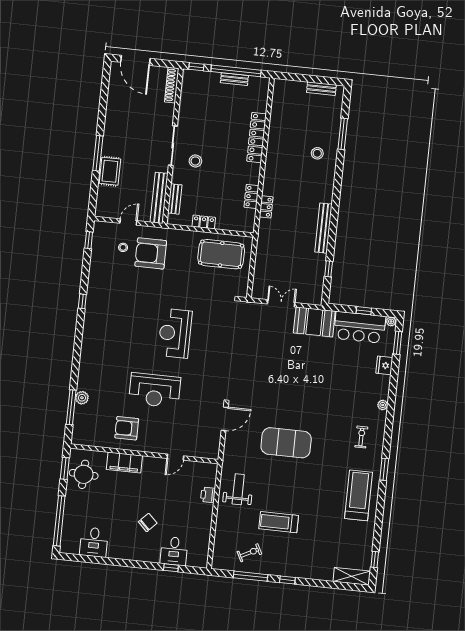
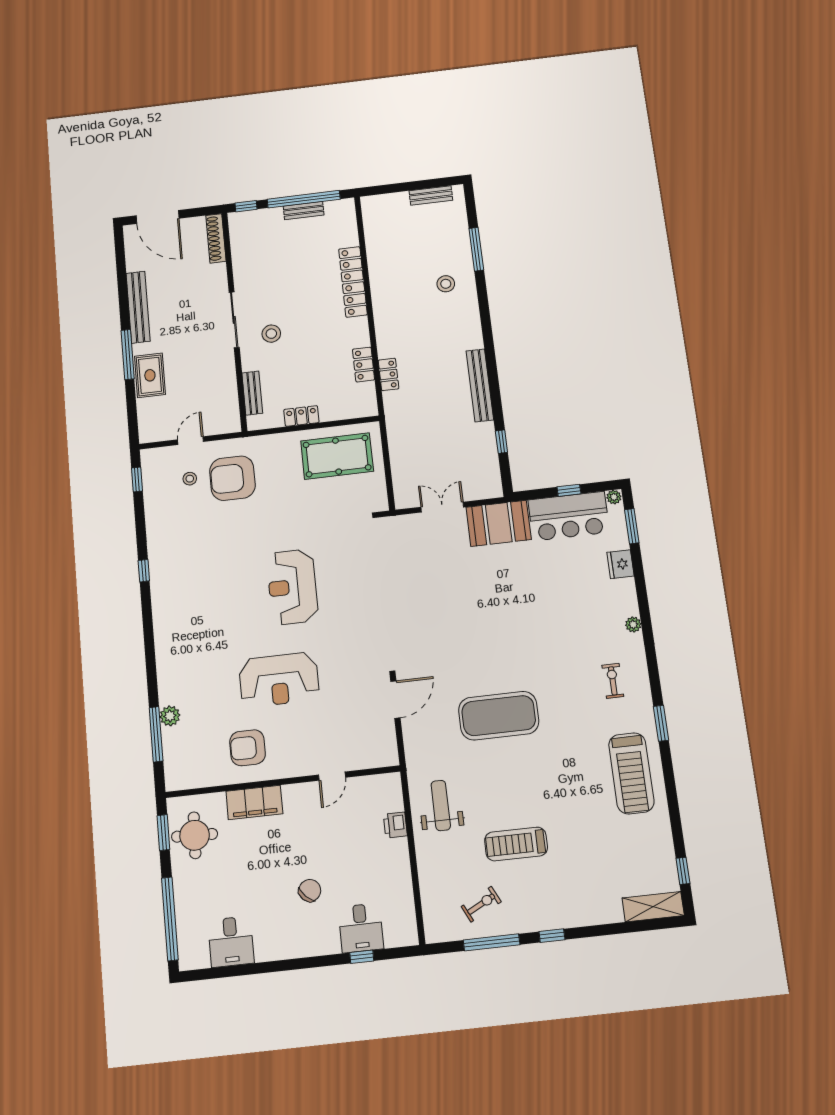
bench: (159, 198) -> (138, 307), moved
treadmill: (359, 495) -> (631, 773), turned 180

